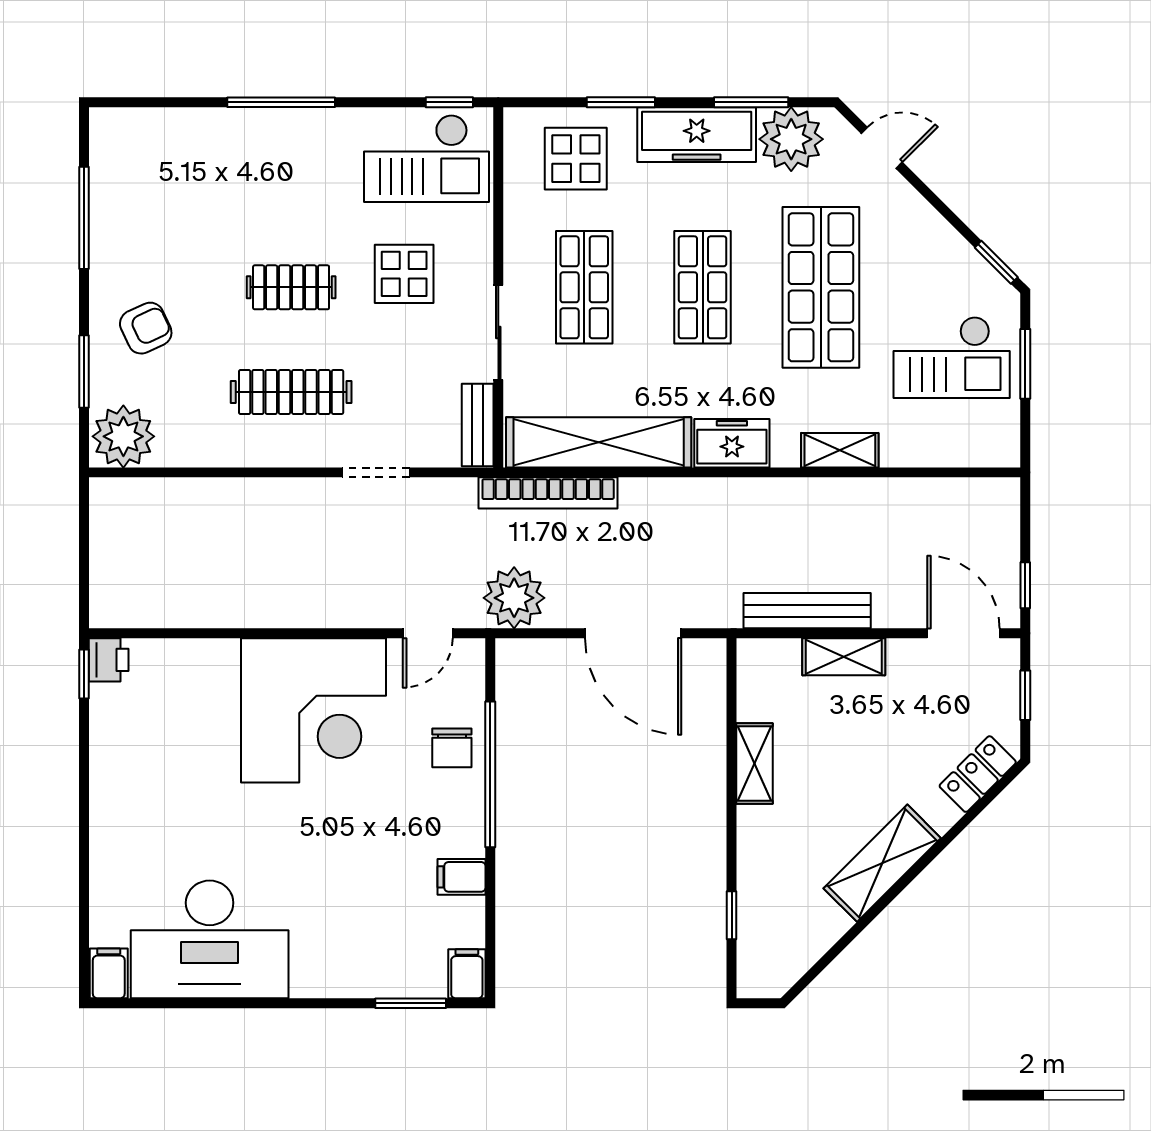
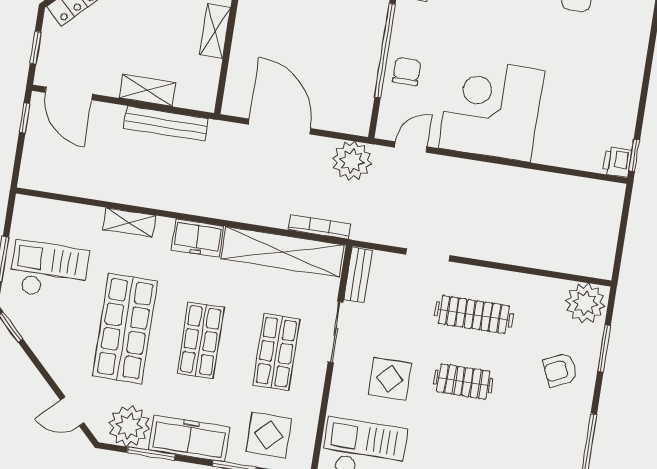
bookcase: (548, 493) -> (319, 227), width x0.68, depth x0.76

